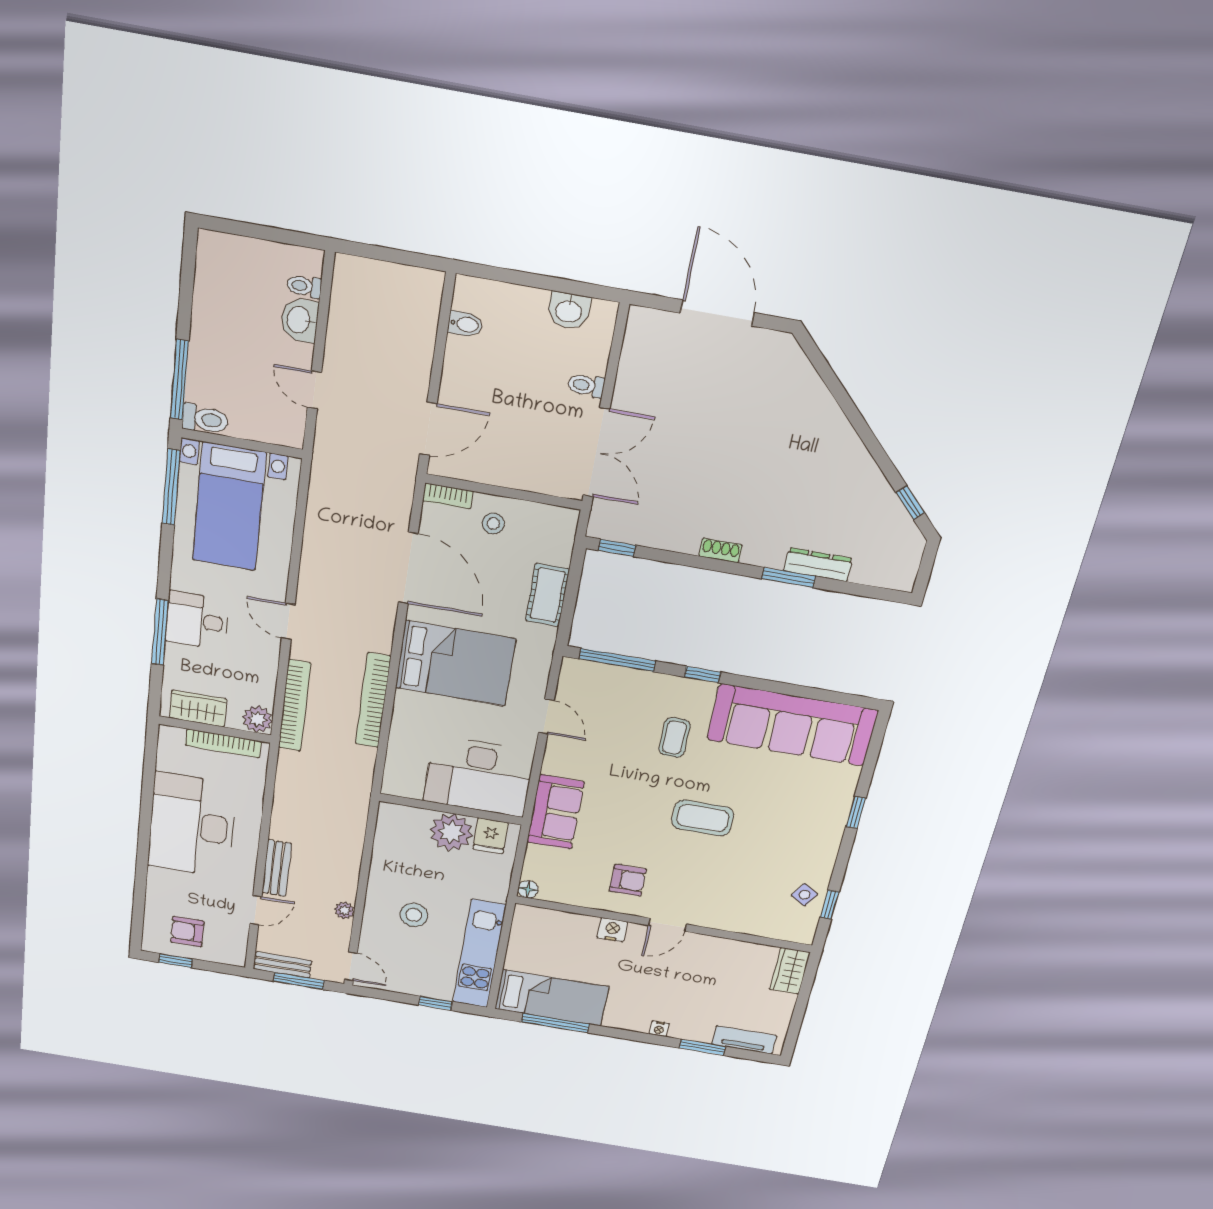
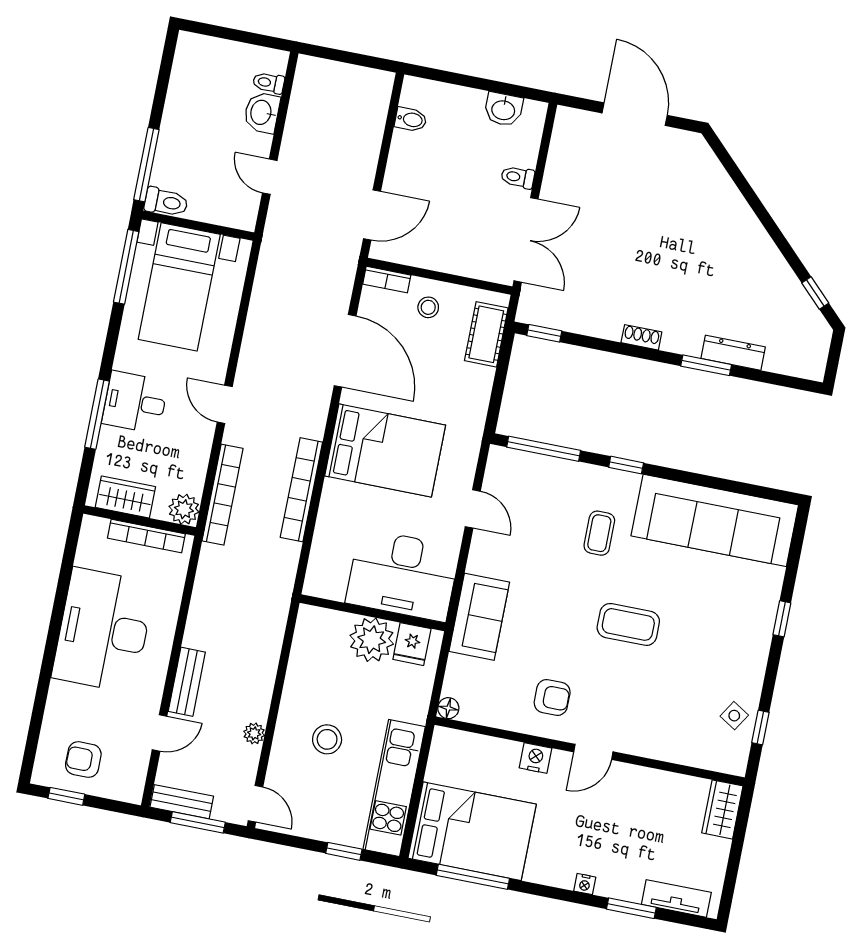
cot: (547, 595) -> (486, 334), moved
bed: (552, 998) -> (472, 831), width x1.50

